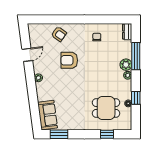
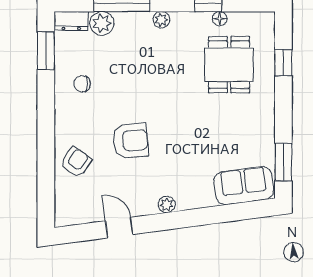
window: (113, 19) -> (46, 51), added
armchair: (69, 60) -> (130, 141), turned -95
plant: (126, 65) -> (102, 23), moved

